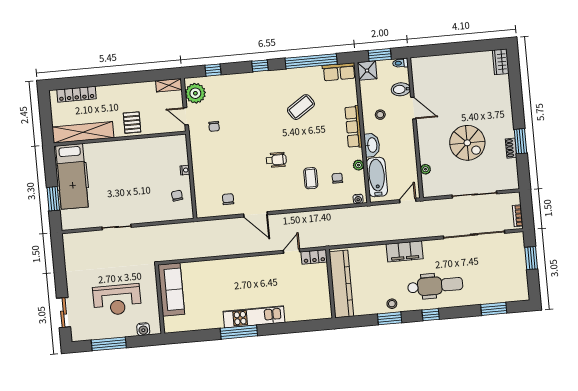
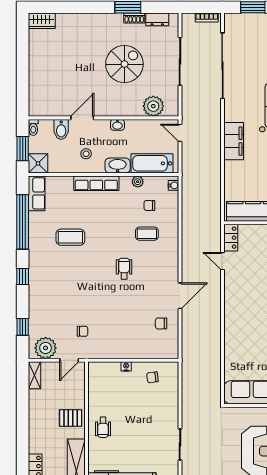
coffee table: (301, 107) -> (70, 237), turned -56
washbasin: (410, 141) -> (117, 125), added
wheelchair: (126, 154) -> (103, 427), added
plant: (426, 169) -> (153, 106), width x1.88, depth x1.88
dresser: (512, 170) -> (157, 19), added

